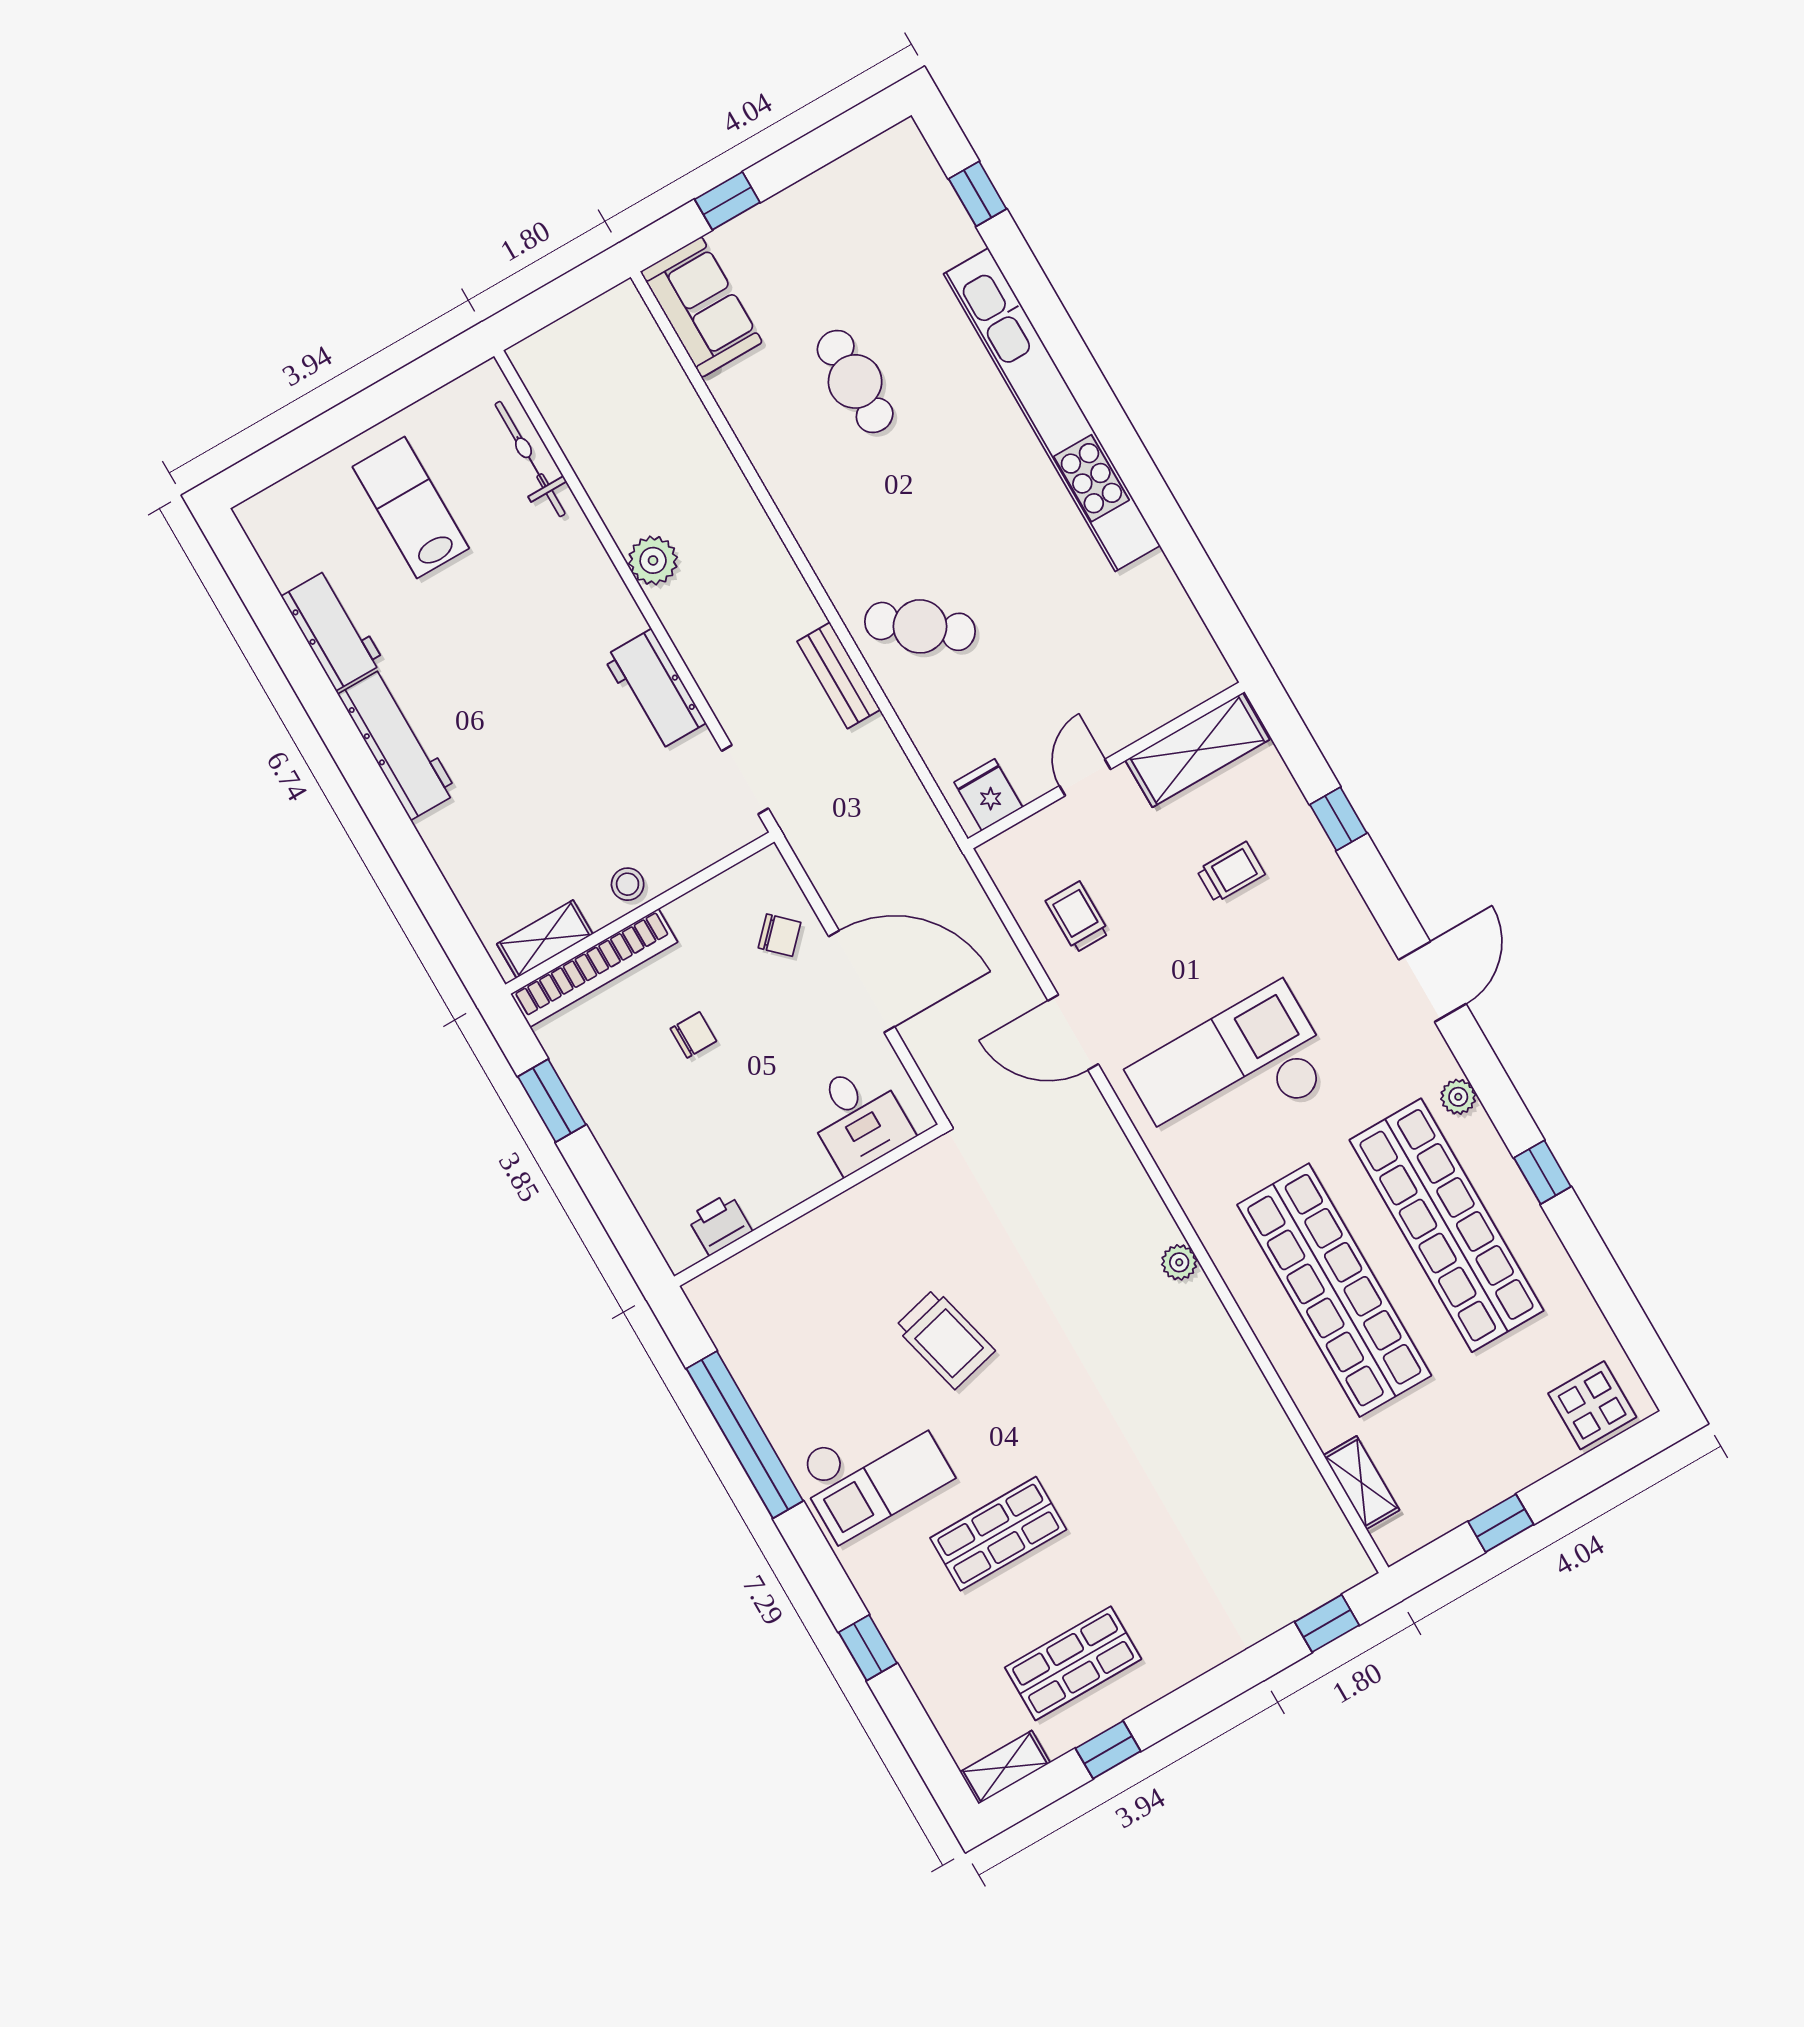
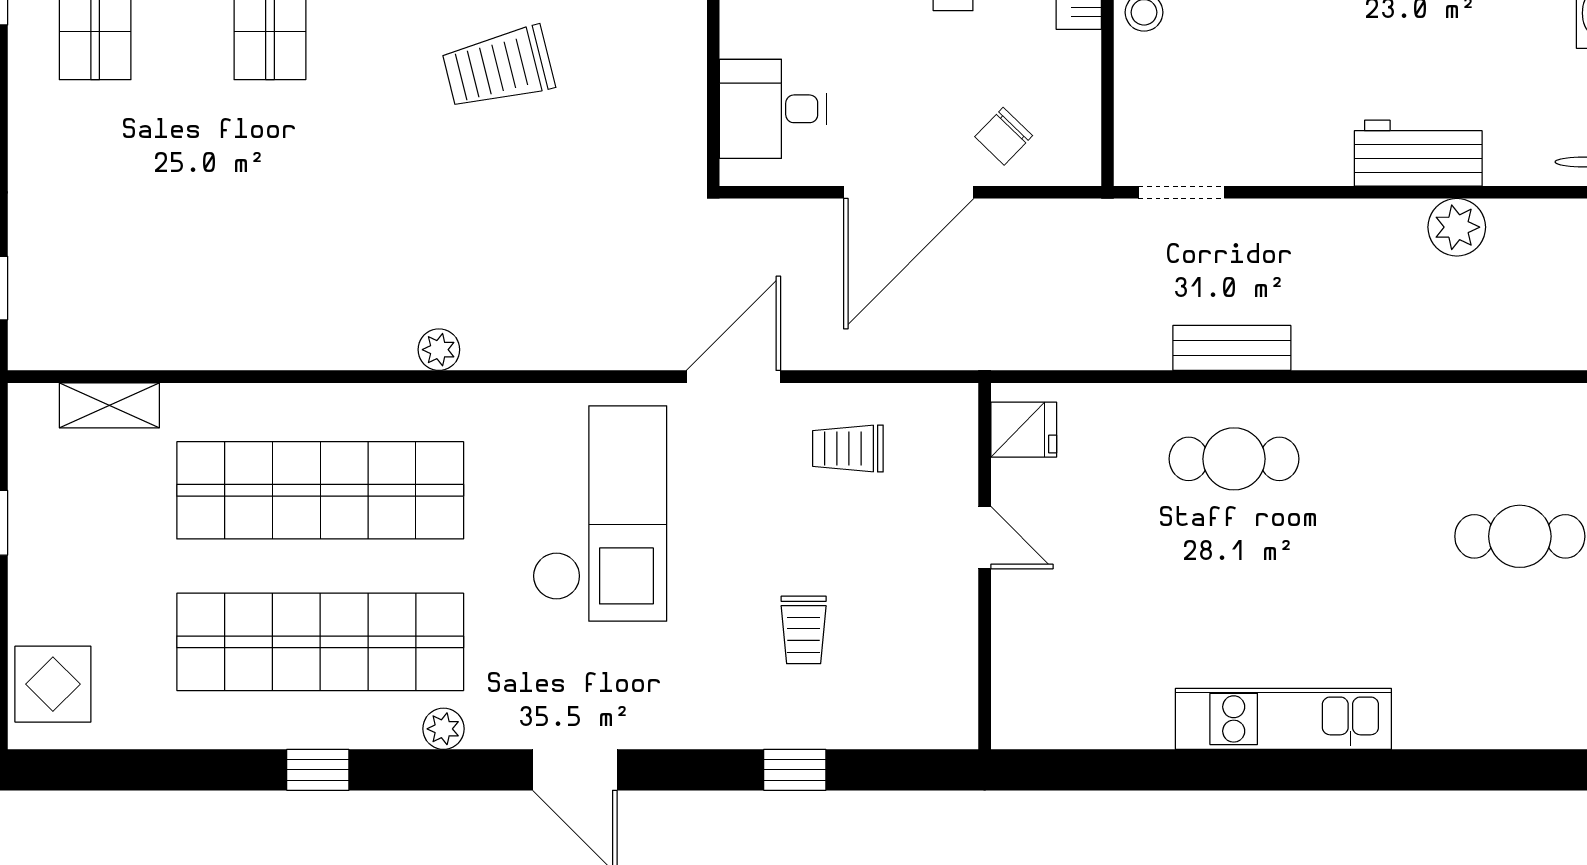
kitchen unit: (1052, 410) -> (1283, 719), width x0.54
cafe table: (920, 626) -> (1234, 459), turned 52
workbench: (655, 690) -> (1418, 153), moved
shelving: (1197, 750) -> (947, 667), removed
trolley: (1078, 917) -> (848, 449), turned 180

